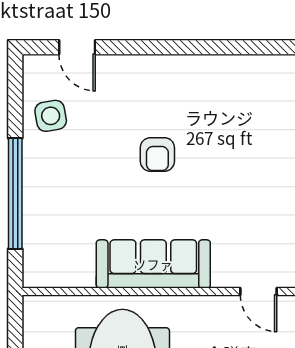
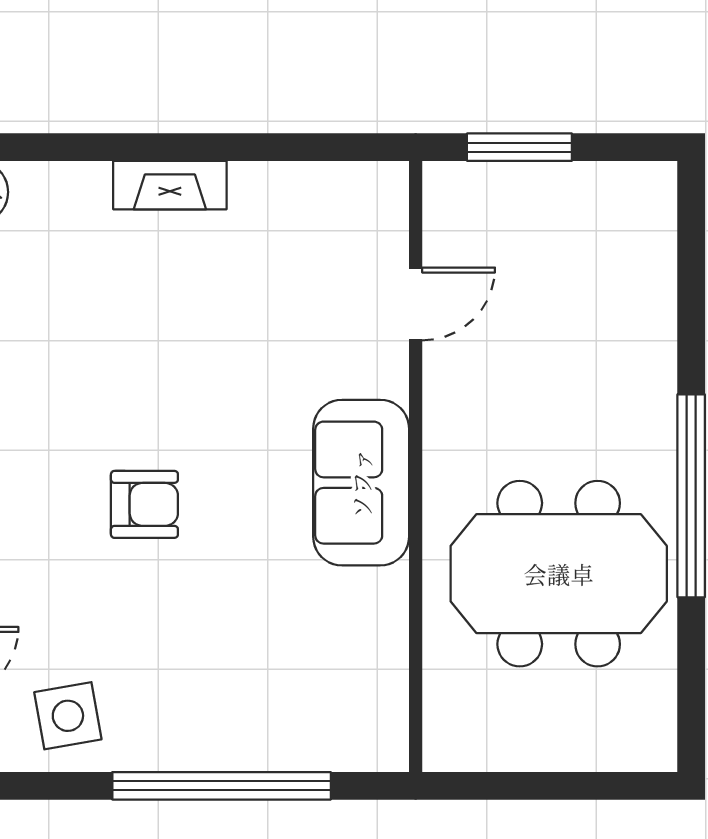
sofa: (153, 264) -> (361, 483), width x0.73

